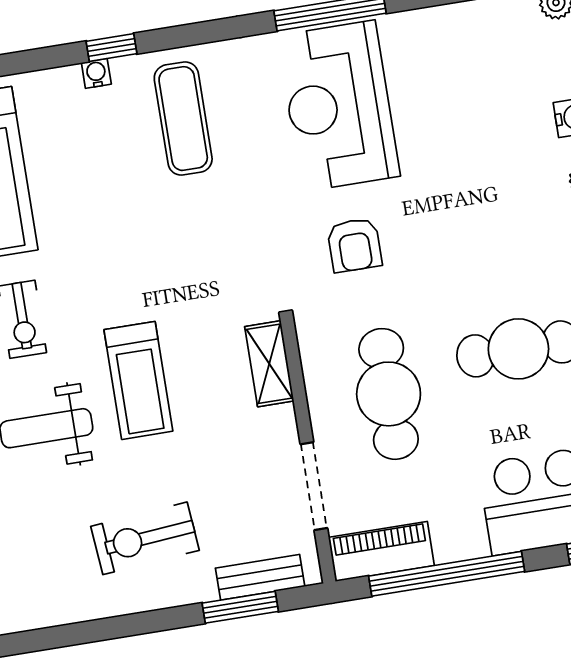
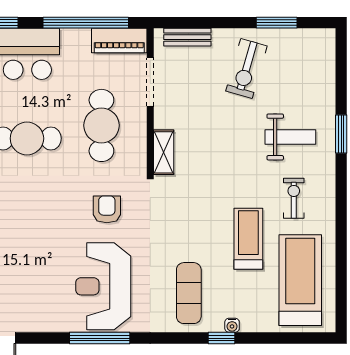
reception desk: (339, 106) -> (103, 286), turned 180
treadmill: (138, 380) -> (248, 239), moved
exercise bike: (145, 538) -> (246, 68), turned 111
window: (240, 607) -> (277, 23), moved

